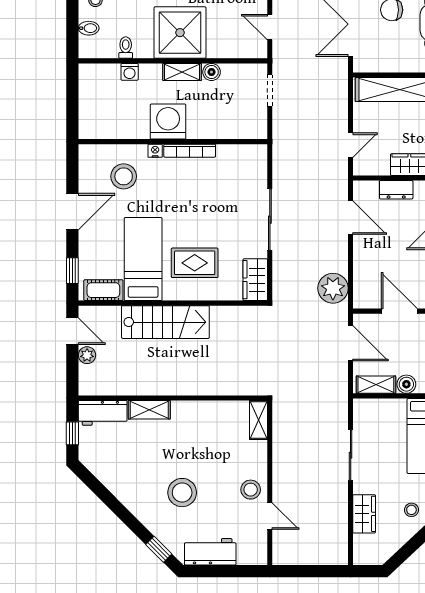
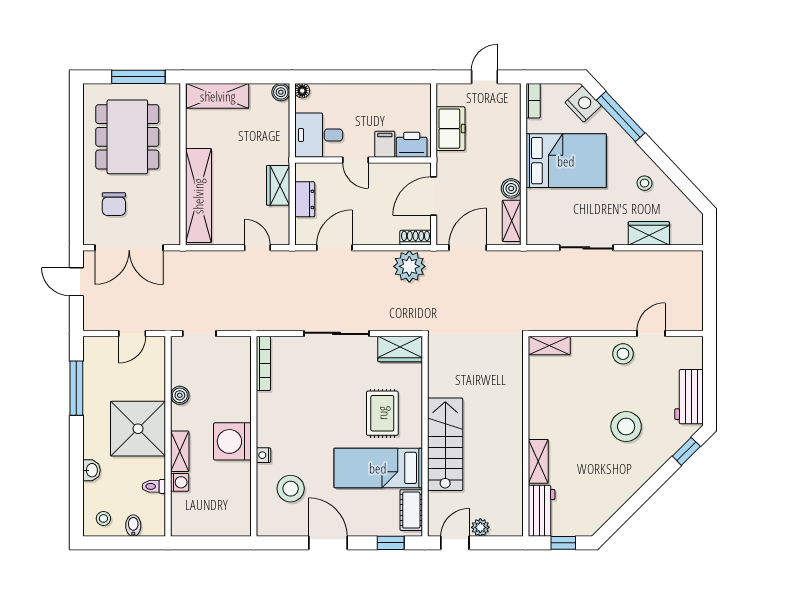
shelving: (182, 72) -> (180, 451), moved
bookcase: (190, 151) -> (263, 363), moved
shoe rack: (360, 294) -> (416, 238), added

